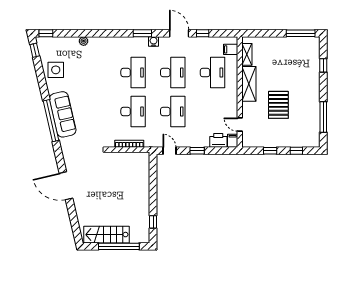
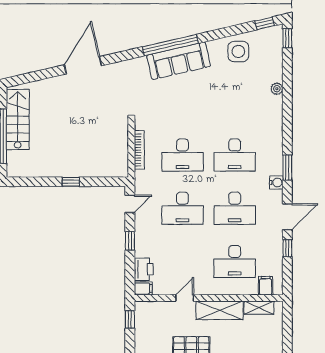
door: (240, 125) -> (185, 298), moved
window: (270, 151) -> (130, 319), moved
window: (153, 222) -> (71, 182), moved

